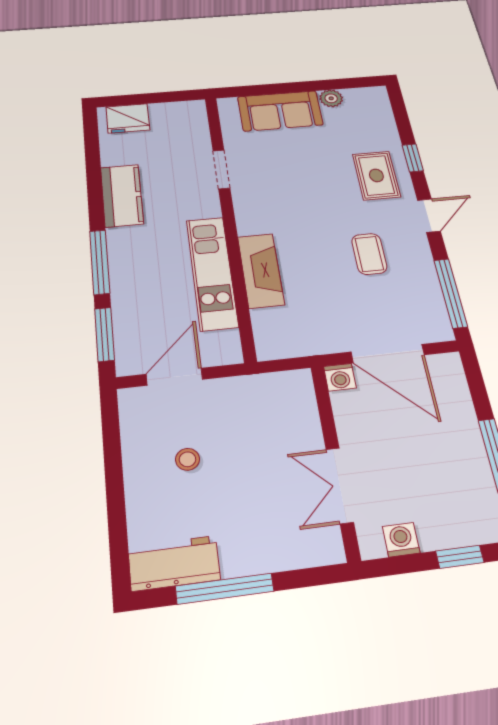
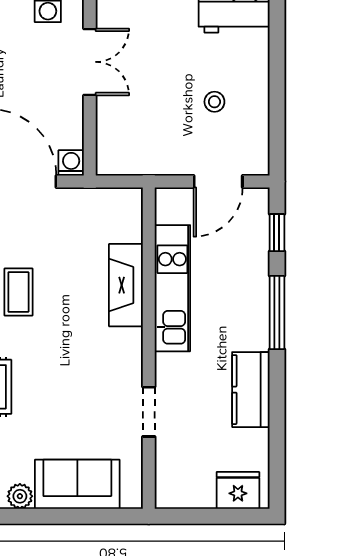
window: (104, 334) -> (277, 233), width x0.67

